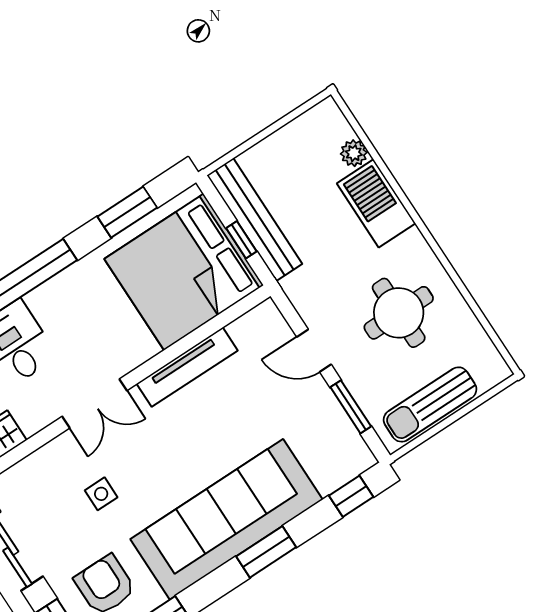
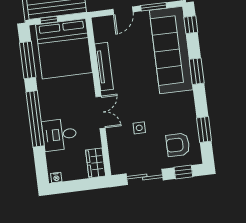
window: (127, 212) -> (28, 60), width x1.44
window: (241, 240) -> (49, 20), moved
sofa: (226, 519) -> (171, 50), moved

